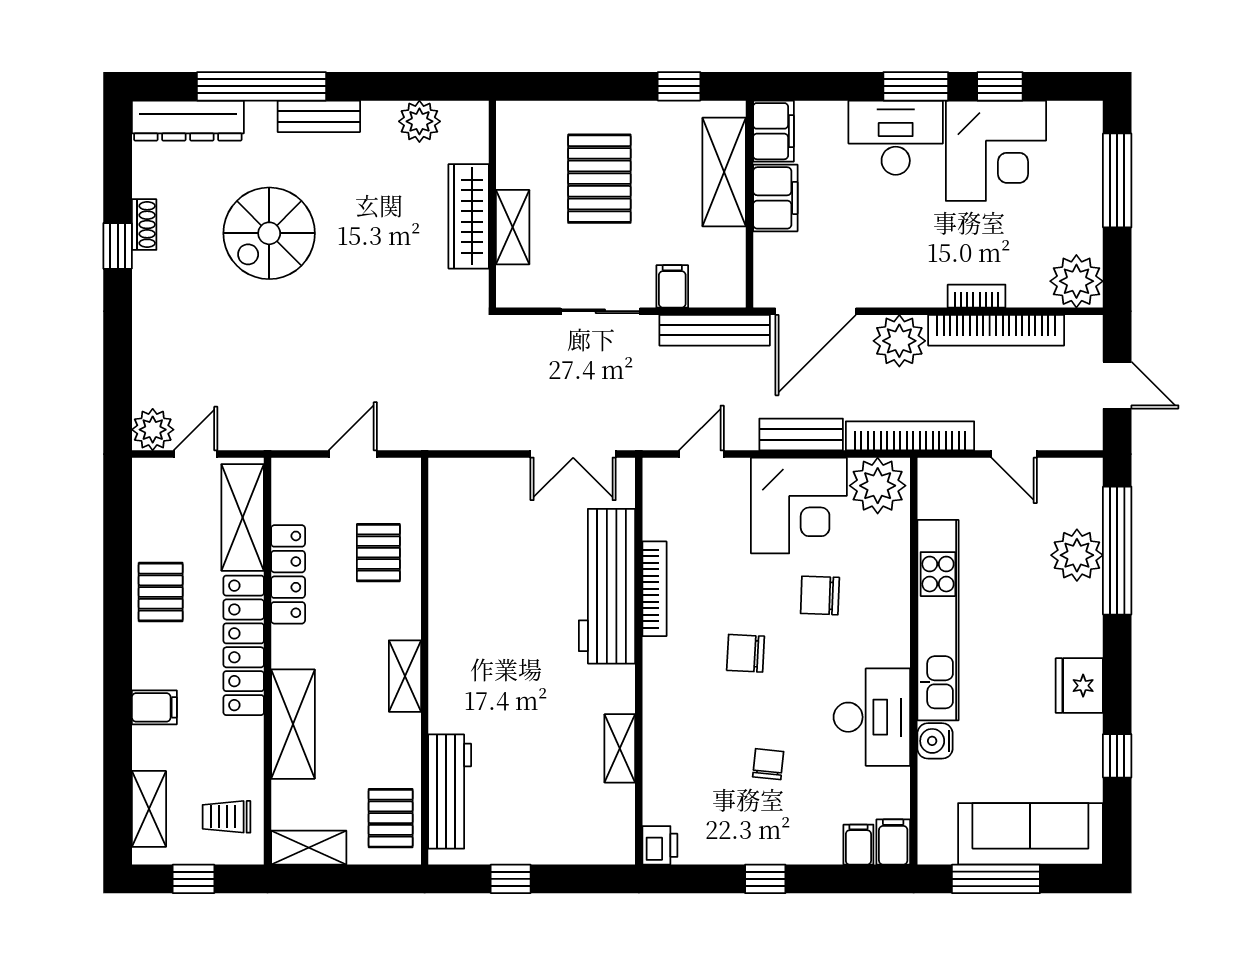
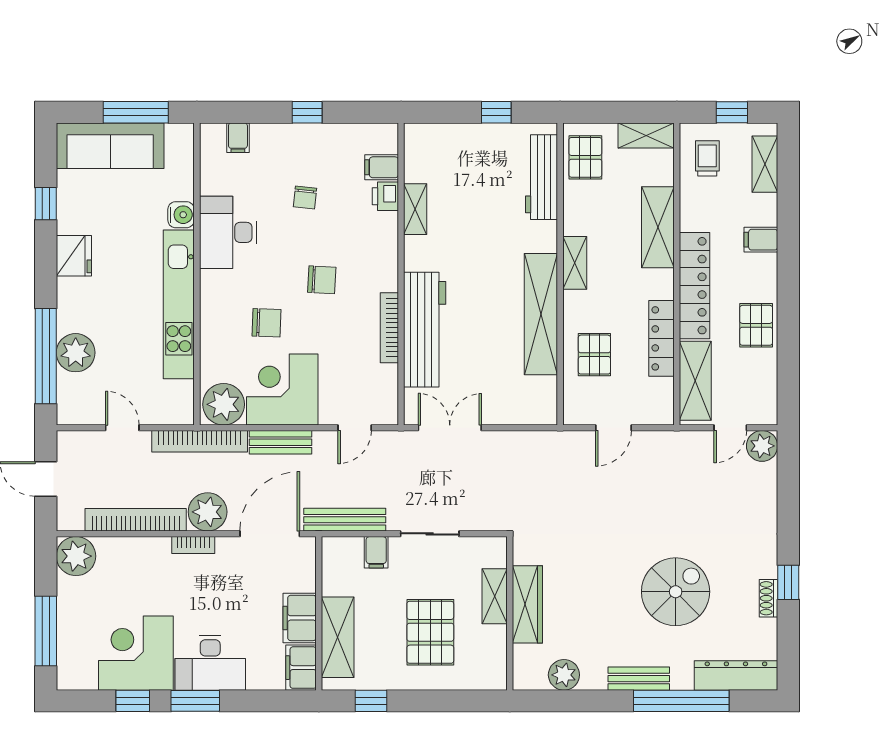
bookcase: (977, 296) -> (193, 545), moved
shelving: (450, 607) -> (541, 314), added
trolley: (226, 817) -> (707, 158), turned -90
filing cabinet: (893, 842) -> (382, 167), moved, turned 90
printer: (660, 845) -> (385, 196), moved

